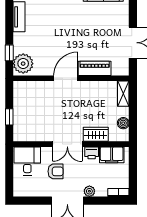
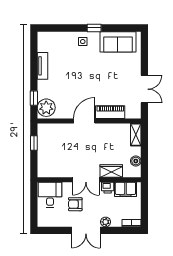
window: (9, 117) -> (34, 143), moved
armchair: (56, 171) -> (75, 204), turned 180

